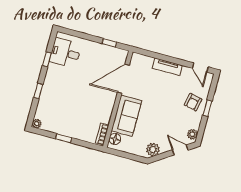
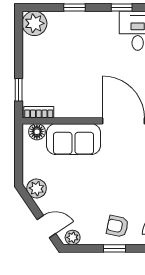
plant: (37, 124) -> (34, 23), width x1.87, depth x1.87
window: (64, 138) -> (19, 90), moved
door: (180, 150) -> (46, 226), hinge flipped

